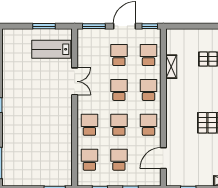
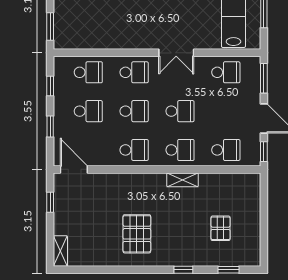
school desk: (119, 55) -> (226, 72), moved
shelving: (171, 67) -> (182, 180), moved
double door: (75, 81) -> (176, 53), moved
door: (163, 158) -> (74, 169), moved

